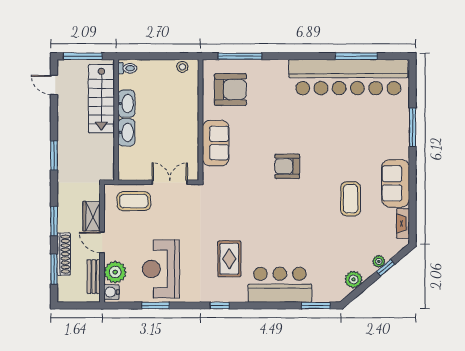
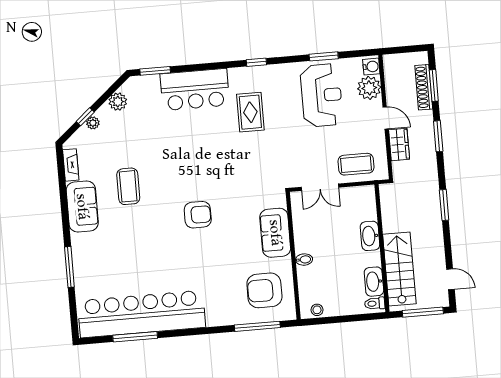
washbasin: (126, 104) -> (374, 282), moved
bidet: (191, 115) -> (304, 260), added
shoe rack: (64, 254) -> (424, 87), moved
bench: (94, 277) -> (391, 81), removed

